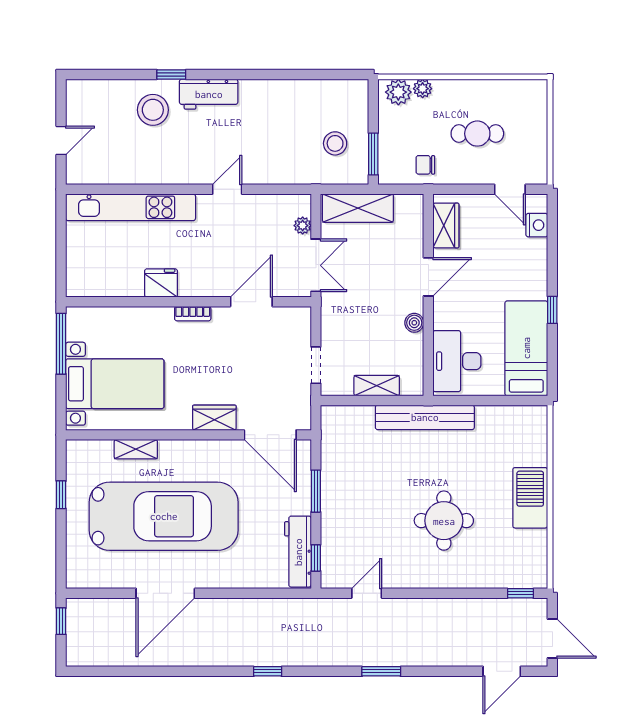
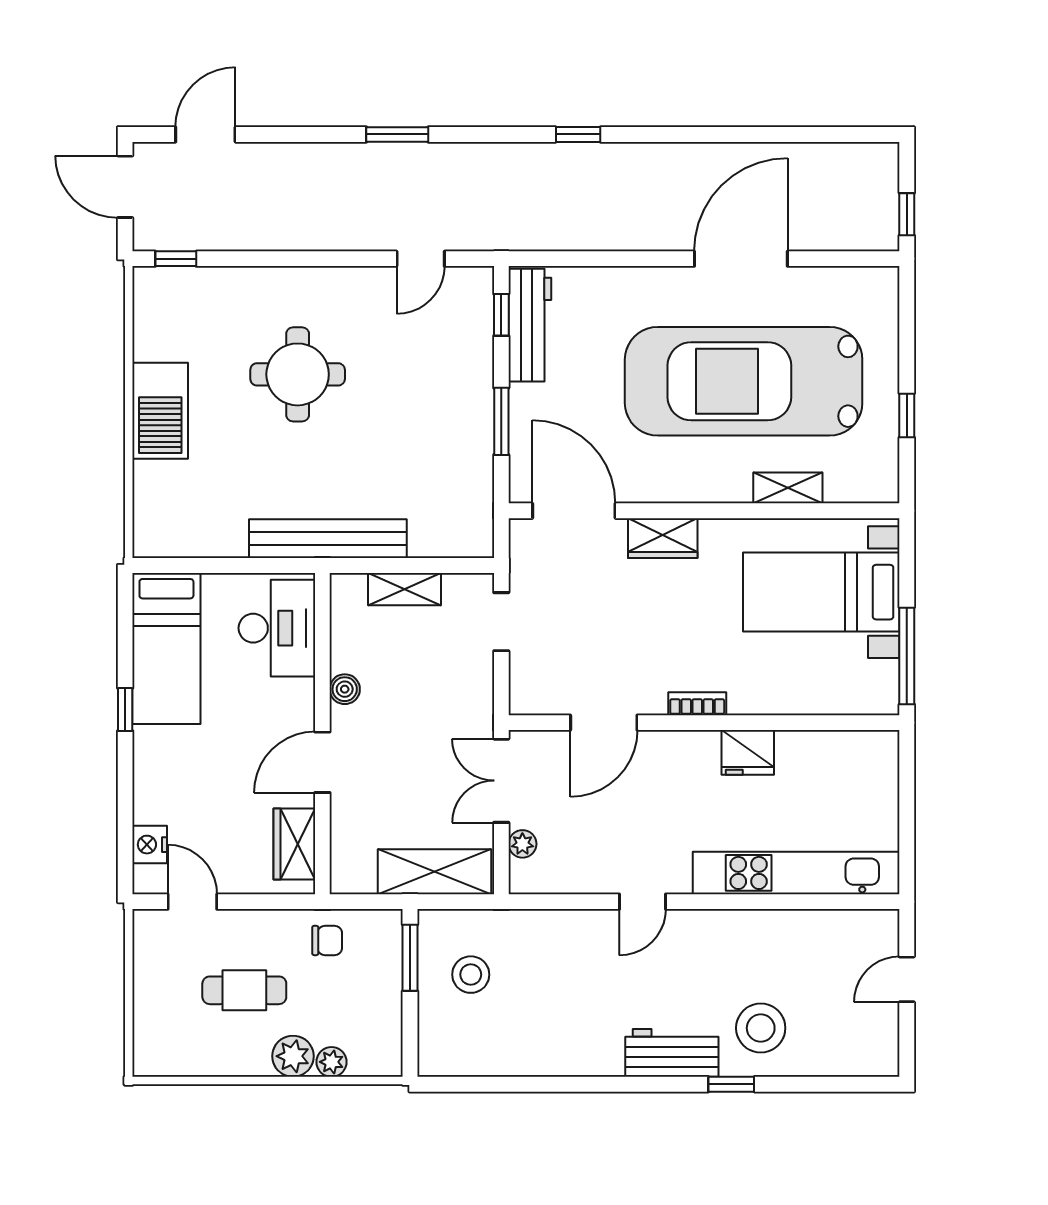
plant: (398, 92) -> (293, 1056), moved

